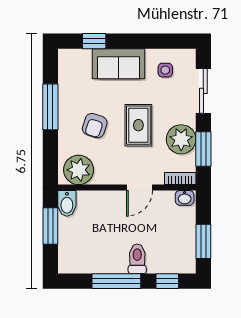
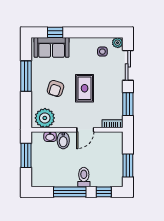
sofa: (118, 64) -> (52, 47), moved
plant: (181, 139) -> (118, 43), moved, width x0.53, depth x0.53
washbasin: (185, 198) -> (50, 137), moved
bidet: (67, 203) -> (63, 140), moved

